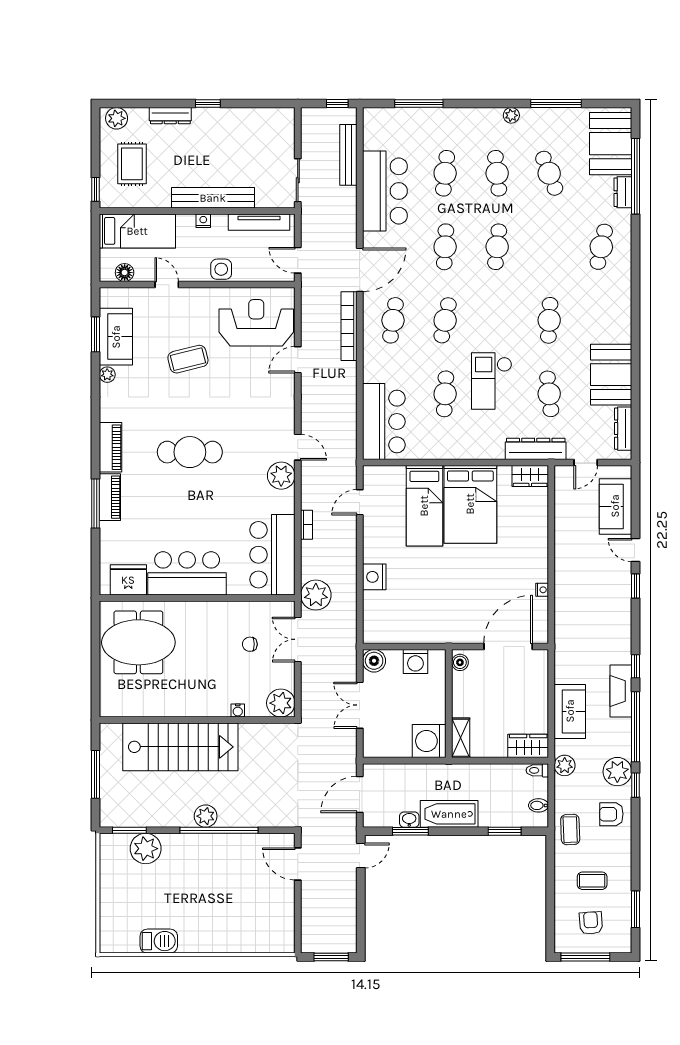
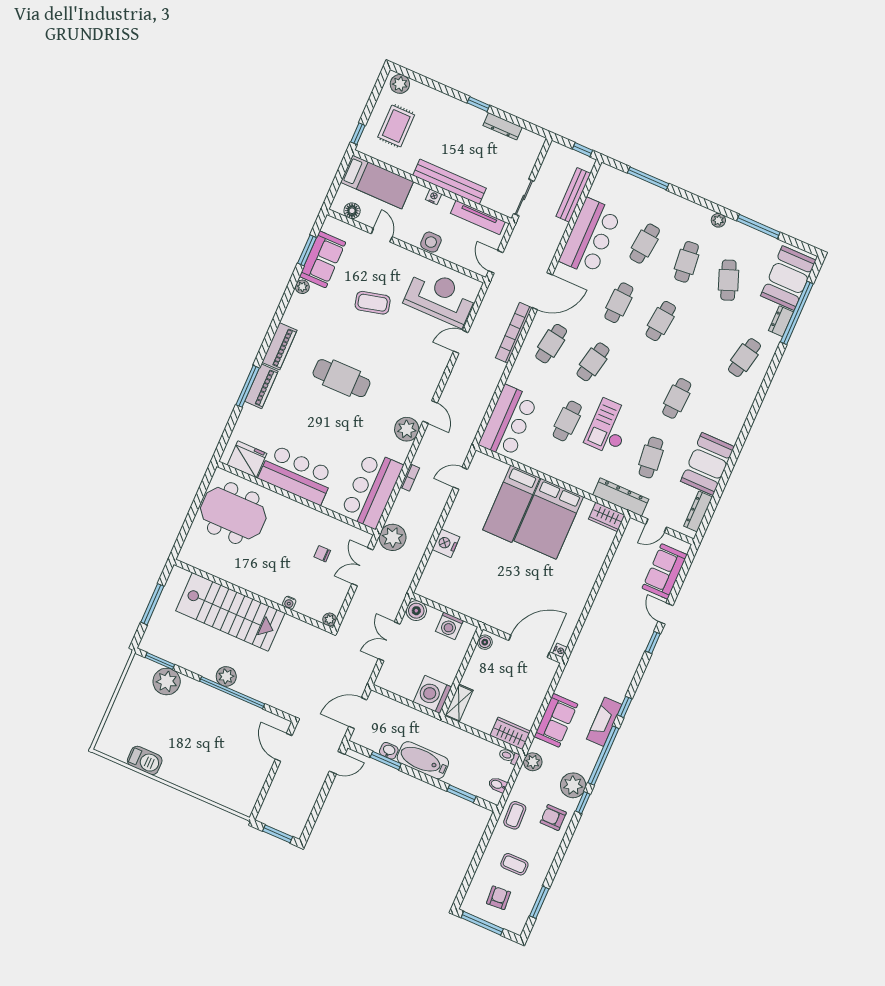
dresser: (170, 116) -> (503, 126), moved
nightstand: (542, 590) -> (560, 650), moved
plant: (281, 703) -> (329, 619), width x0.53, depth x0.53

